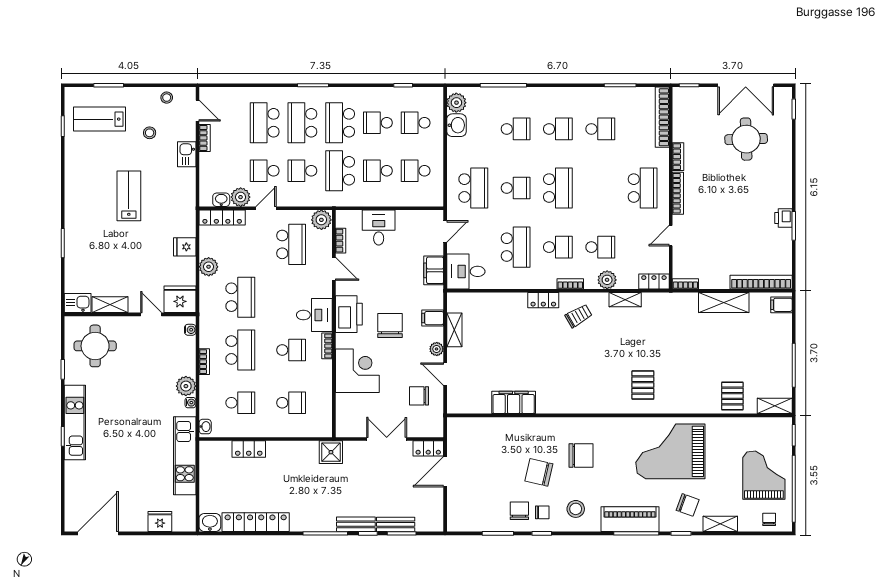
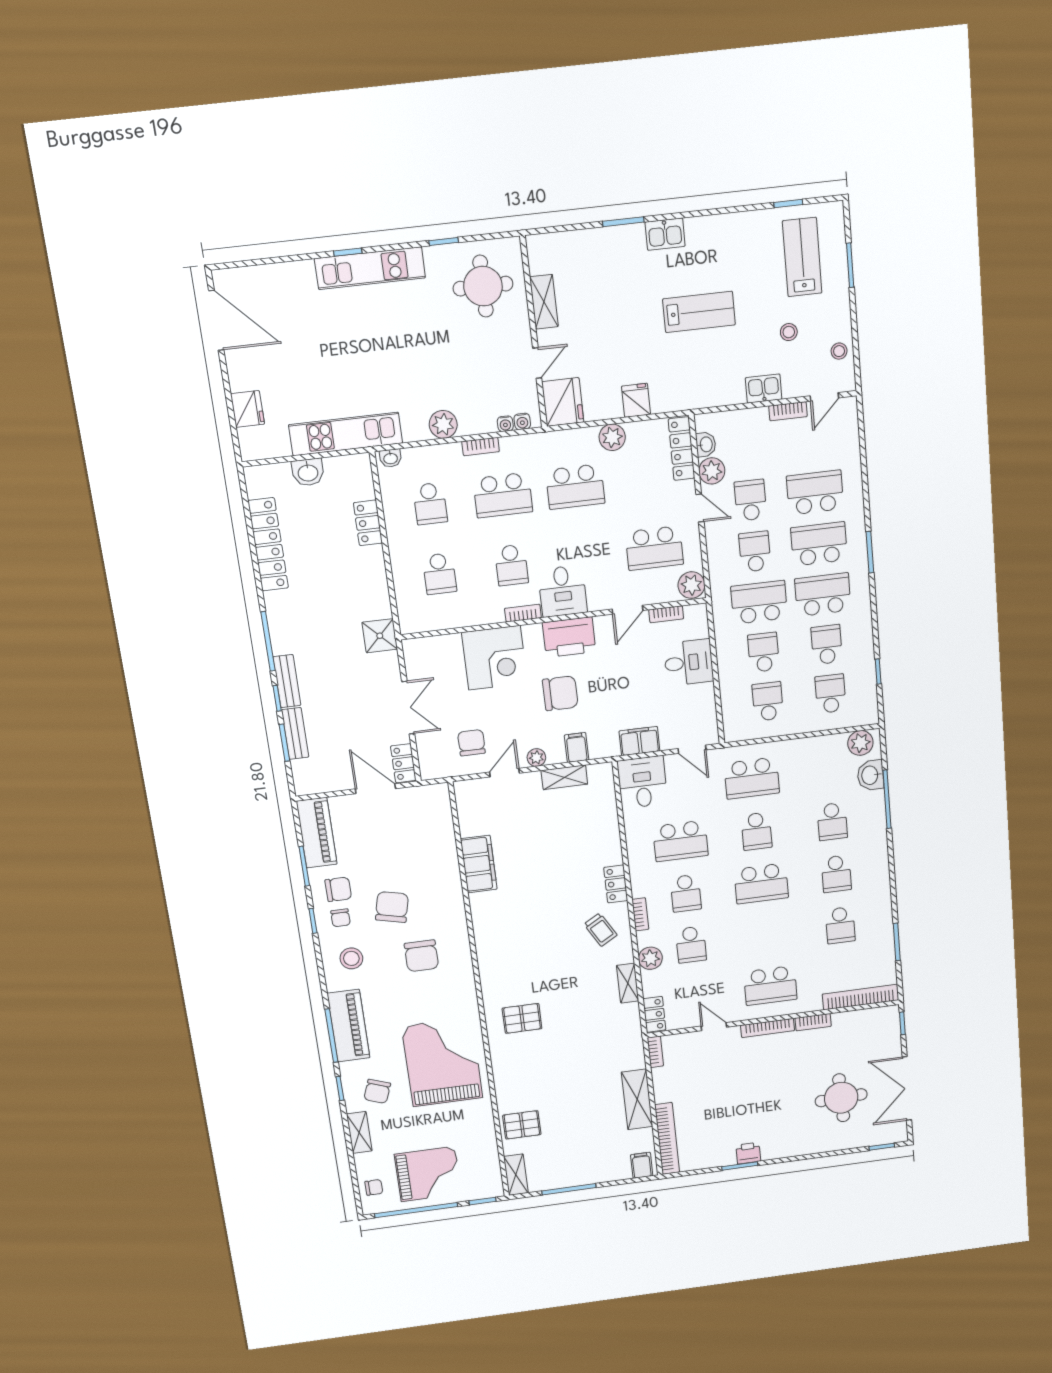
washbasin: (456, 125) -> (870, 775), moved, turned 90
kitchen sink: (78, 303) -> (665, 234), moved, turned 90
water cooler: (190, 403) -> (505, 424), moved
piano: (473, 520) -> (317, 833), added
washbasin: (210, 523) -> (308, 472), moved, turned 90

